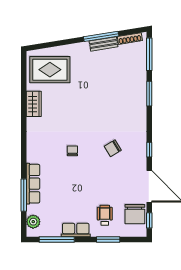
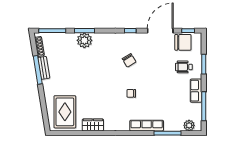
plant: (137, 94) -> (84, 40), added
row of seats: (33, 184) -> (147, 126), moved

